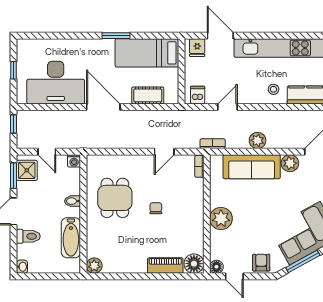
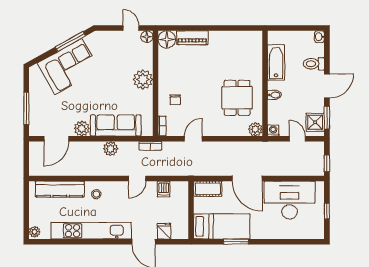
bed: (147, 53) -> (222, 226), moved
wall: (181, 71) -> (191, 210), moved
chair: (156, 208) -> (175, 100), moved
armchair: (261, 263) -> (107, 40), removed
plant: (94, 266) -> (255, 129), moved

